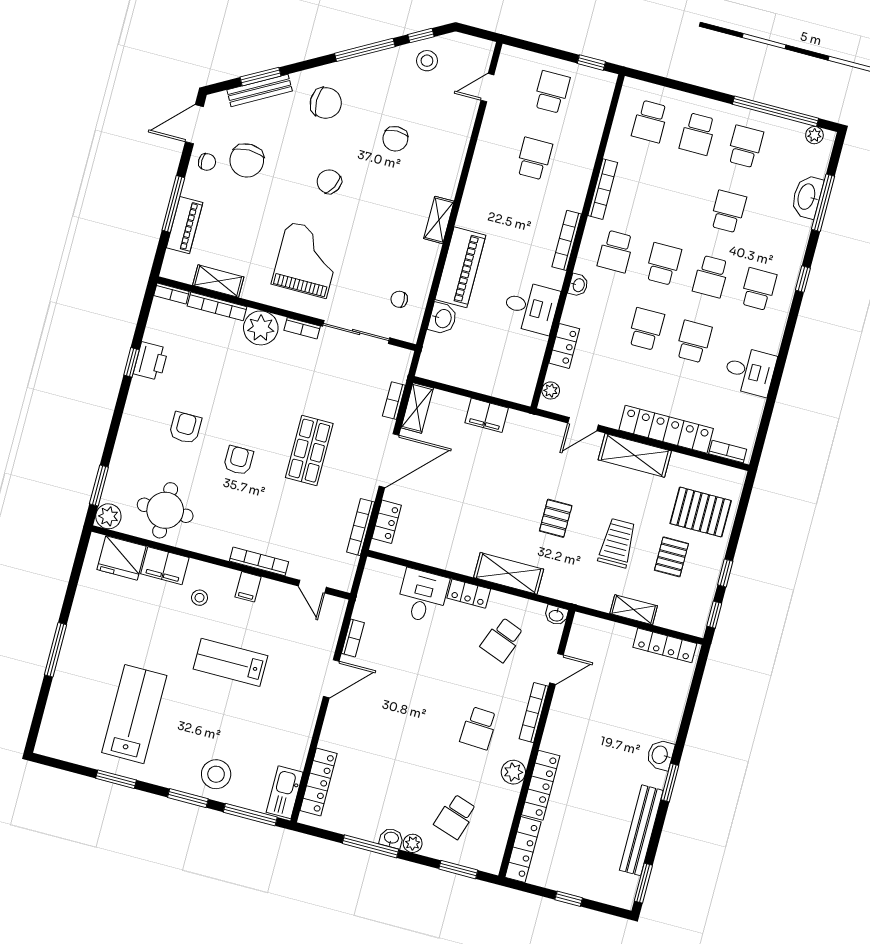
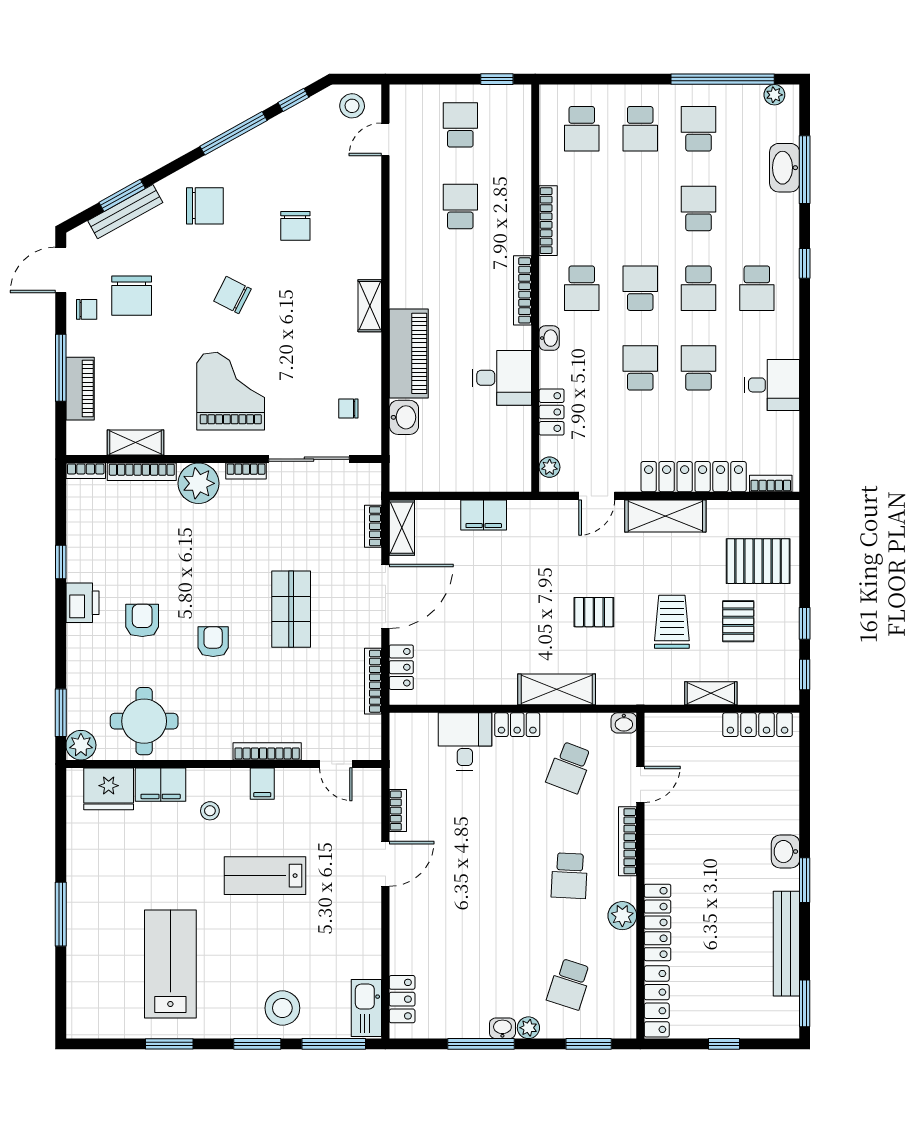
stool: (427, 61) -> (352, 106), moved
school desk: (758, 289) -> (757, 288), turned 180
printer: (151, 361) -> (82, 603), moved
pallet: (556, 518) -> (594, 612), turned 90
locker: (319, 782) -> (402, 999), width x0.66

